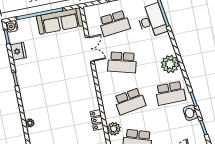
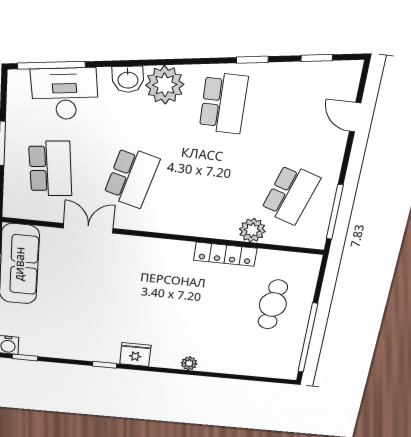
fridge: (18, 51) -> (135, 355), moved
school desk: (130, 101) -> (212, 186), removed
washbasin: (190, 113) -> (128, 79), moved
locker: (97, 120) -> (225, 254), width x1.53

